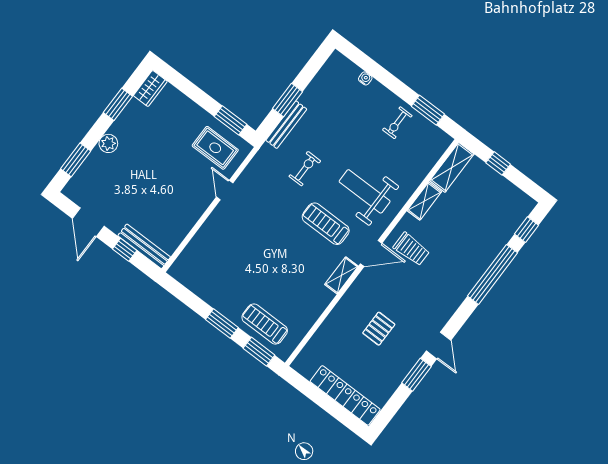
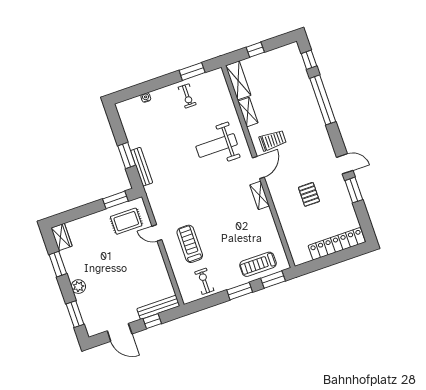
exercise bike: (305, 169) -> (204, 281), moved
treadmill: (326, 224) -> (190, 244), moved, turned 90

